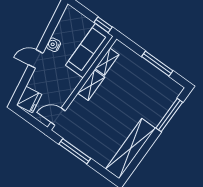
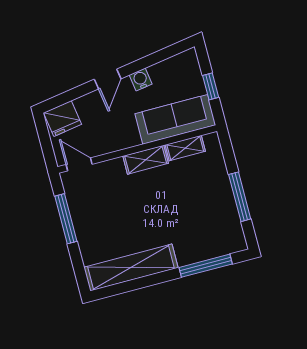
window: (103, 25) -> (211, 86), moved
door: (36, 59) -> (108, 79), swing flipped

